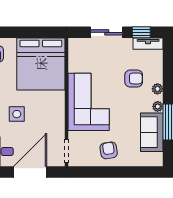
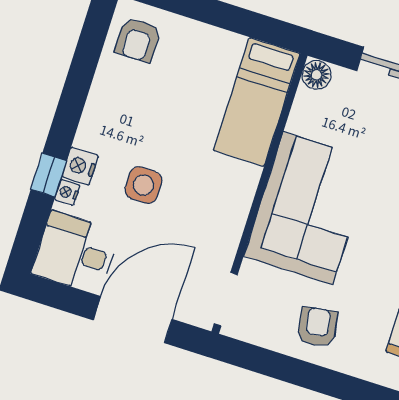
floor lamp: (75, 45) -> (317, 75), added
bed: (41, 64) -> (257, 102), width x0.49

